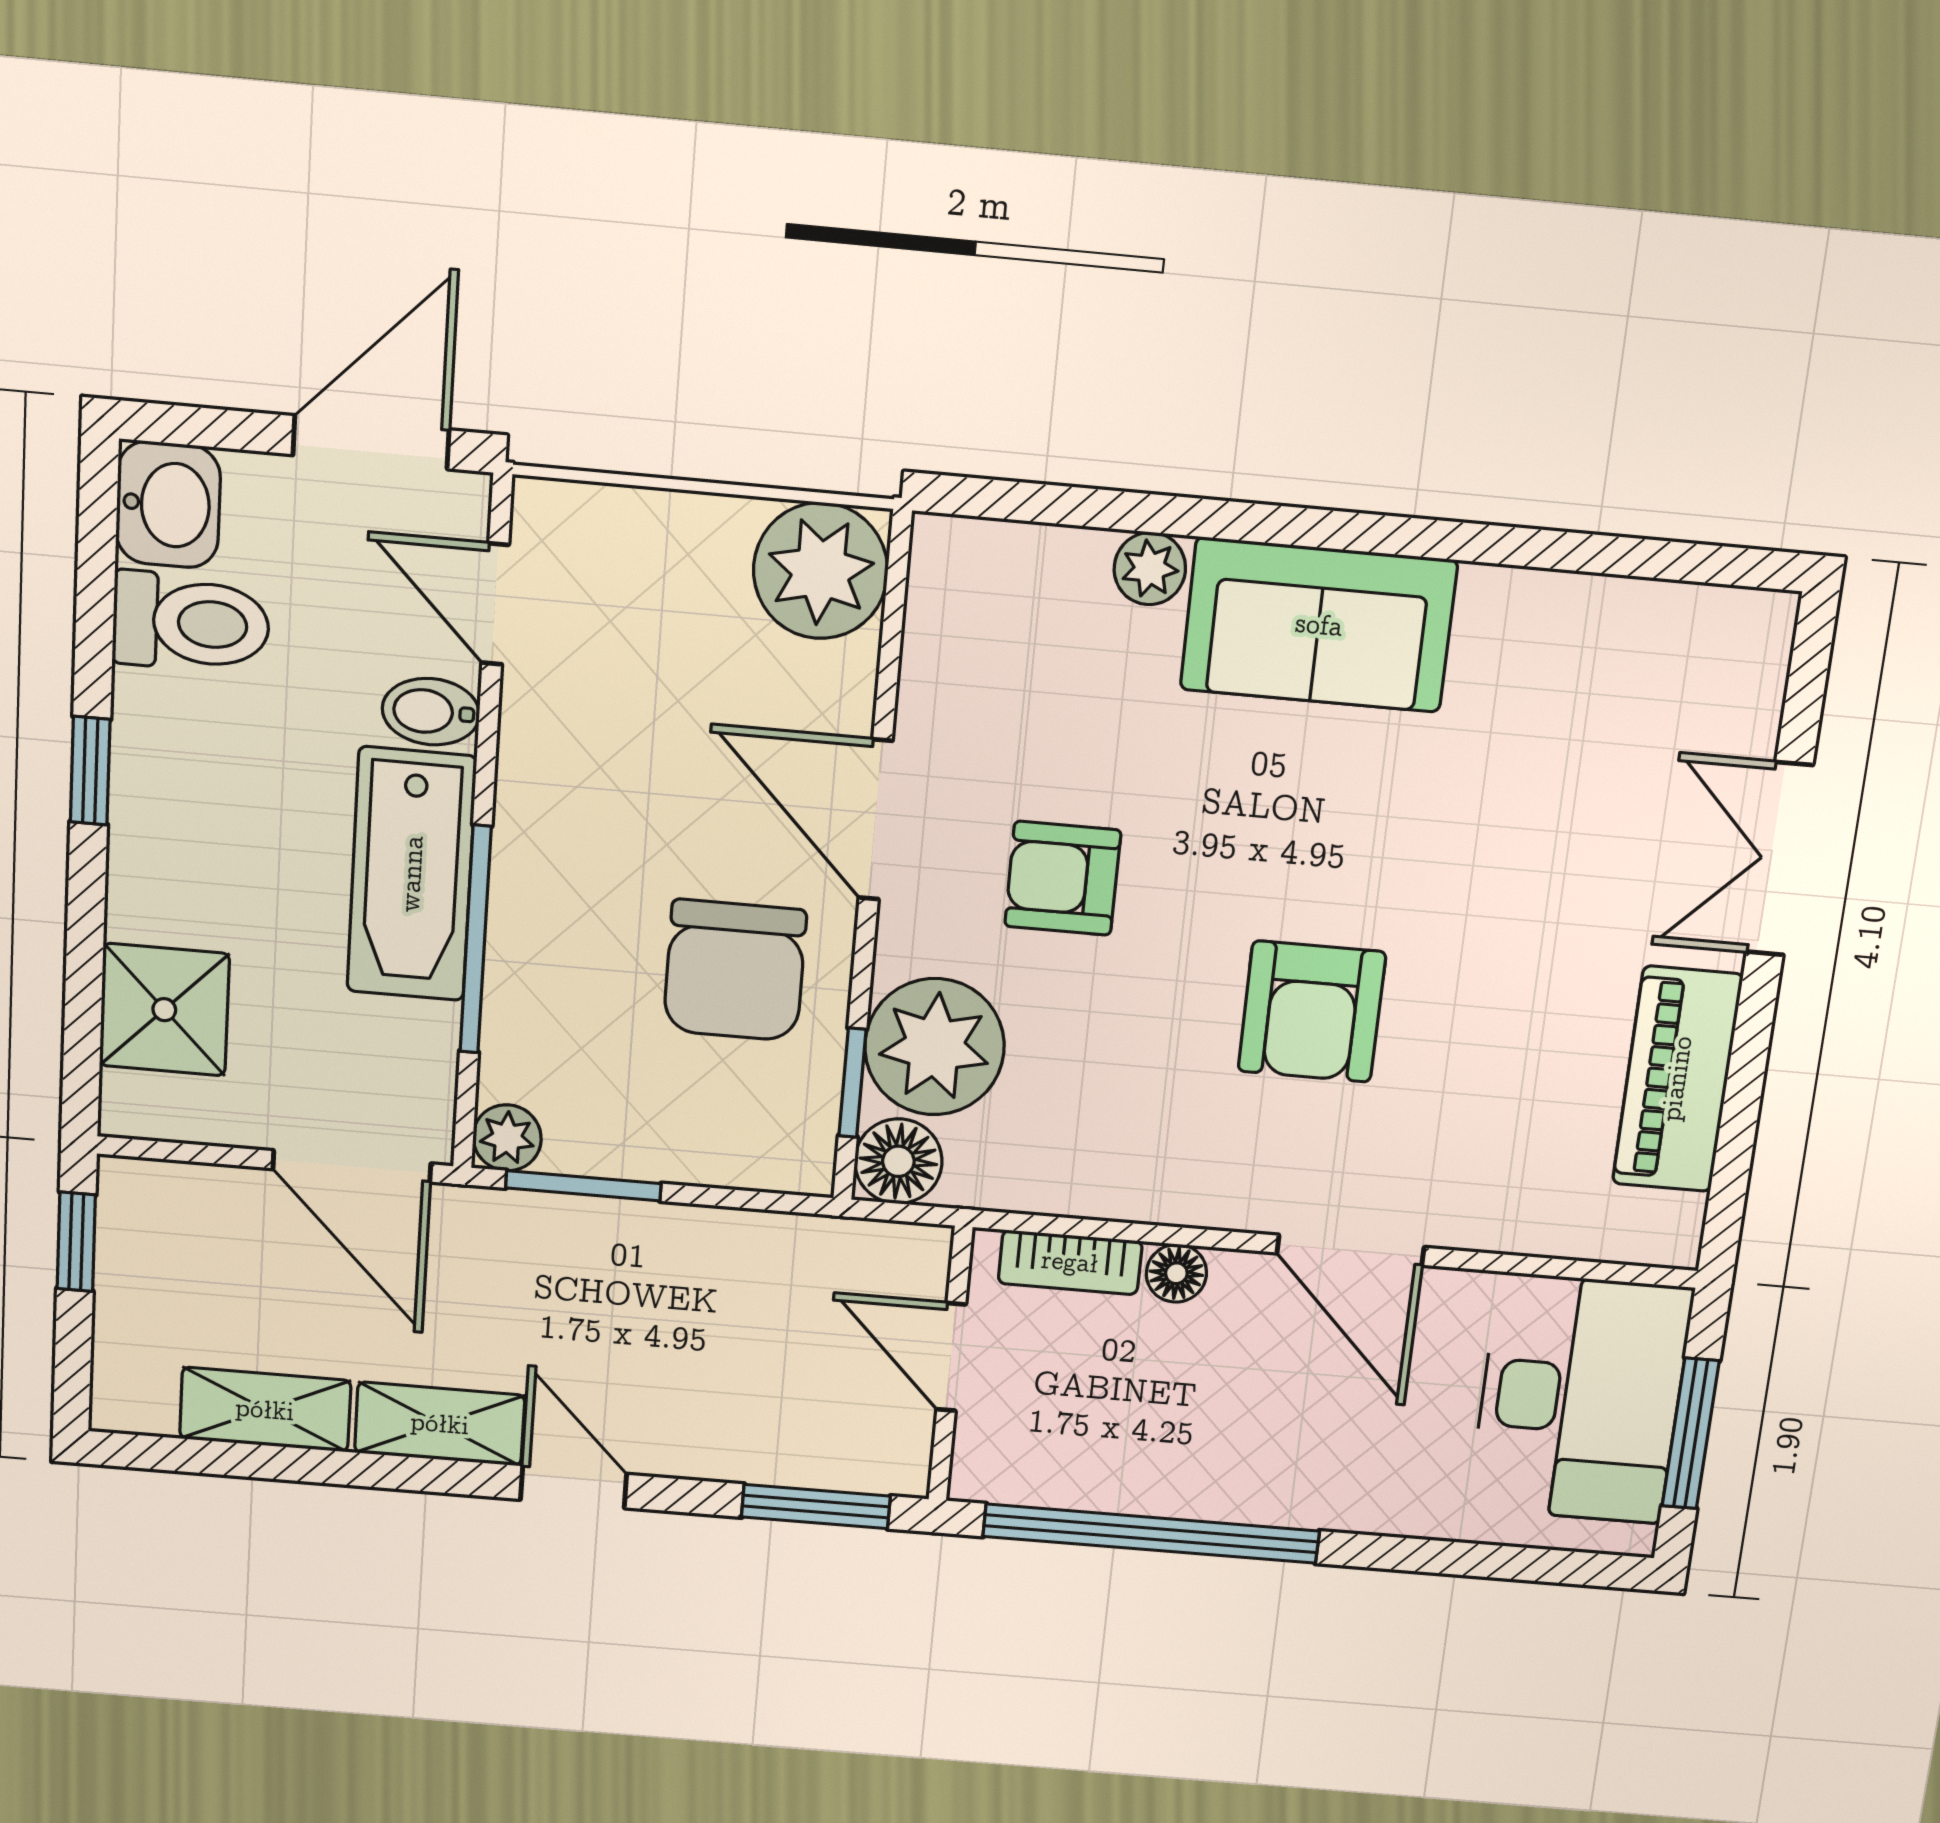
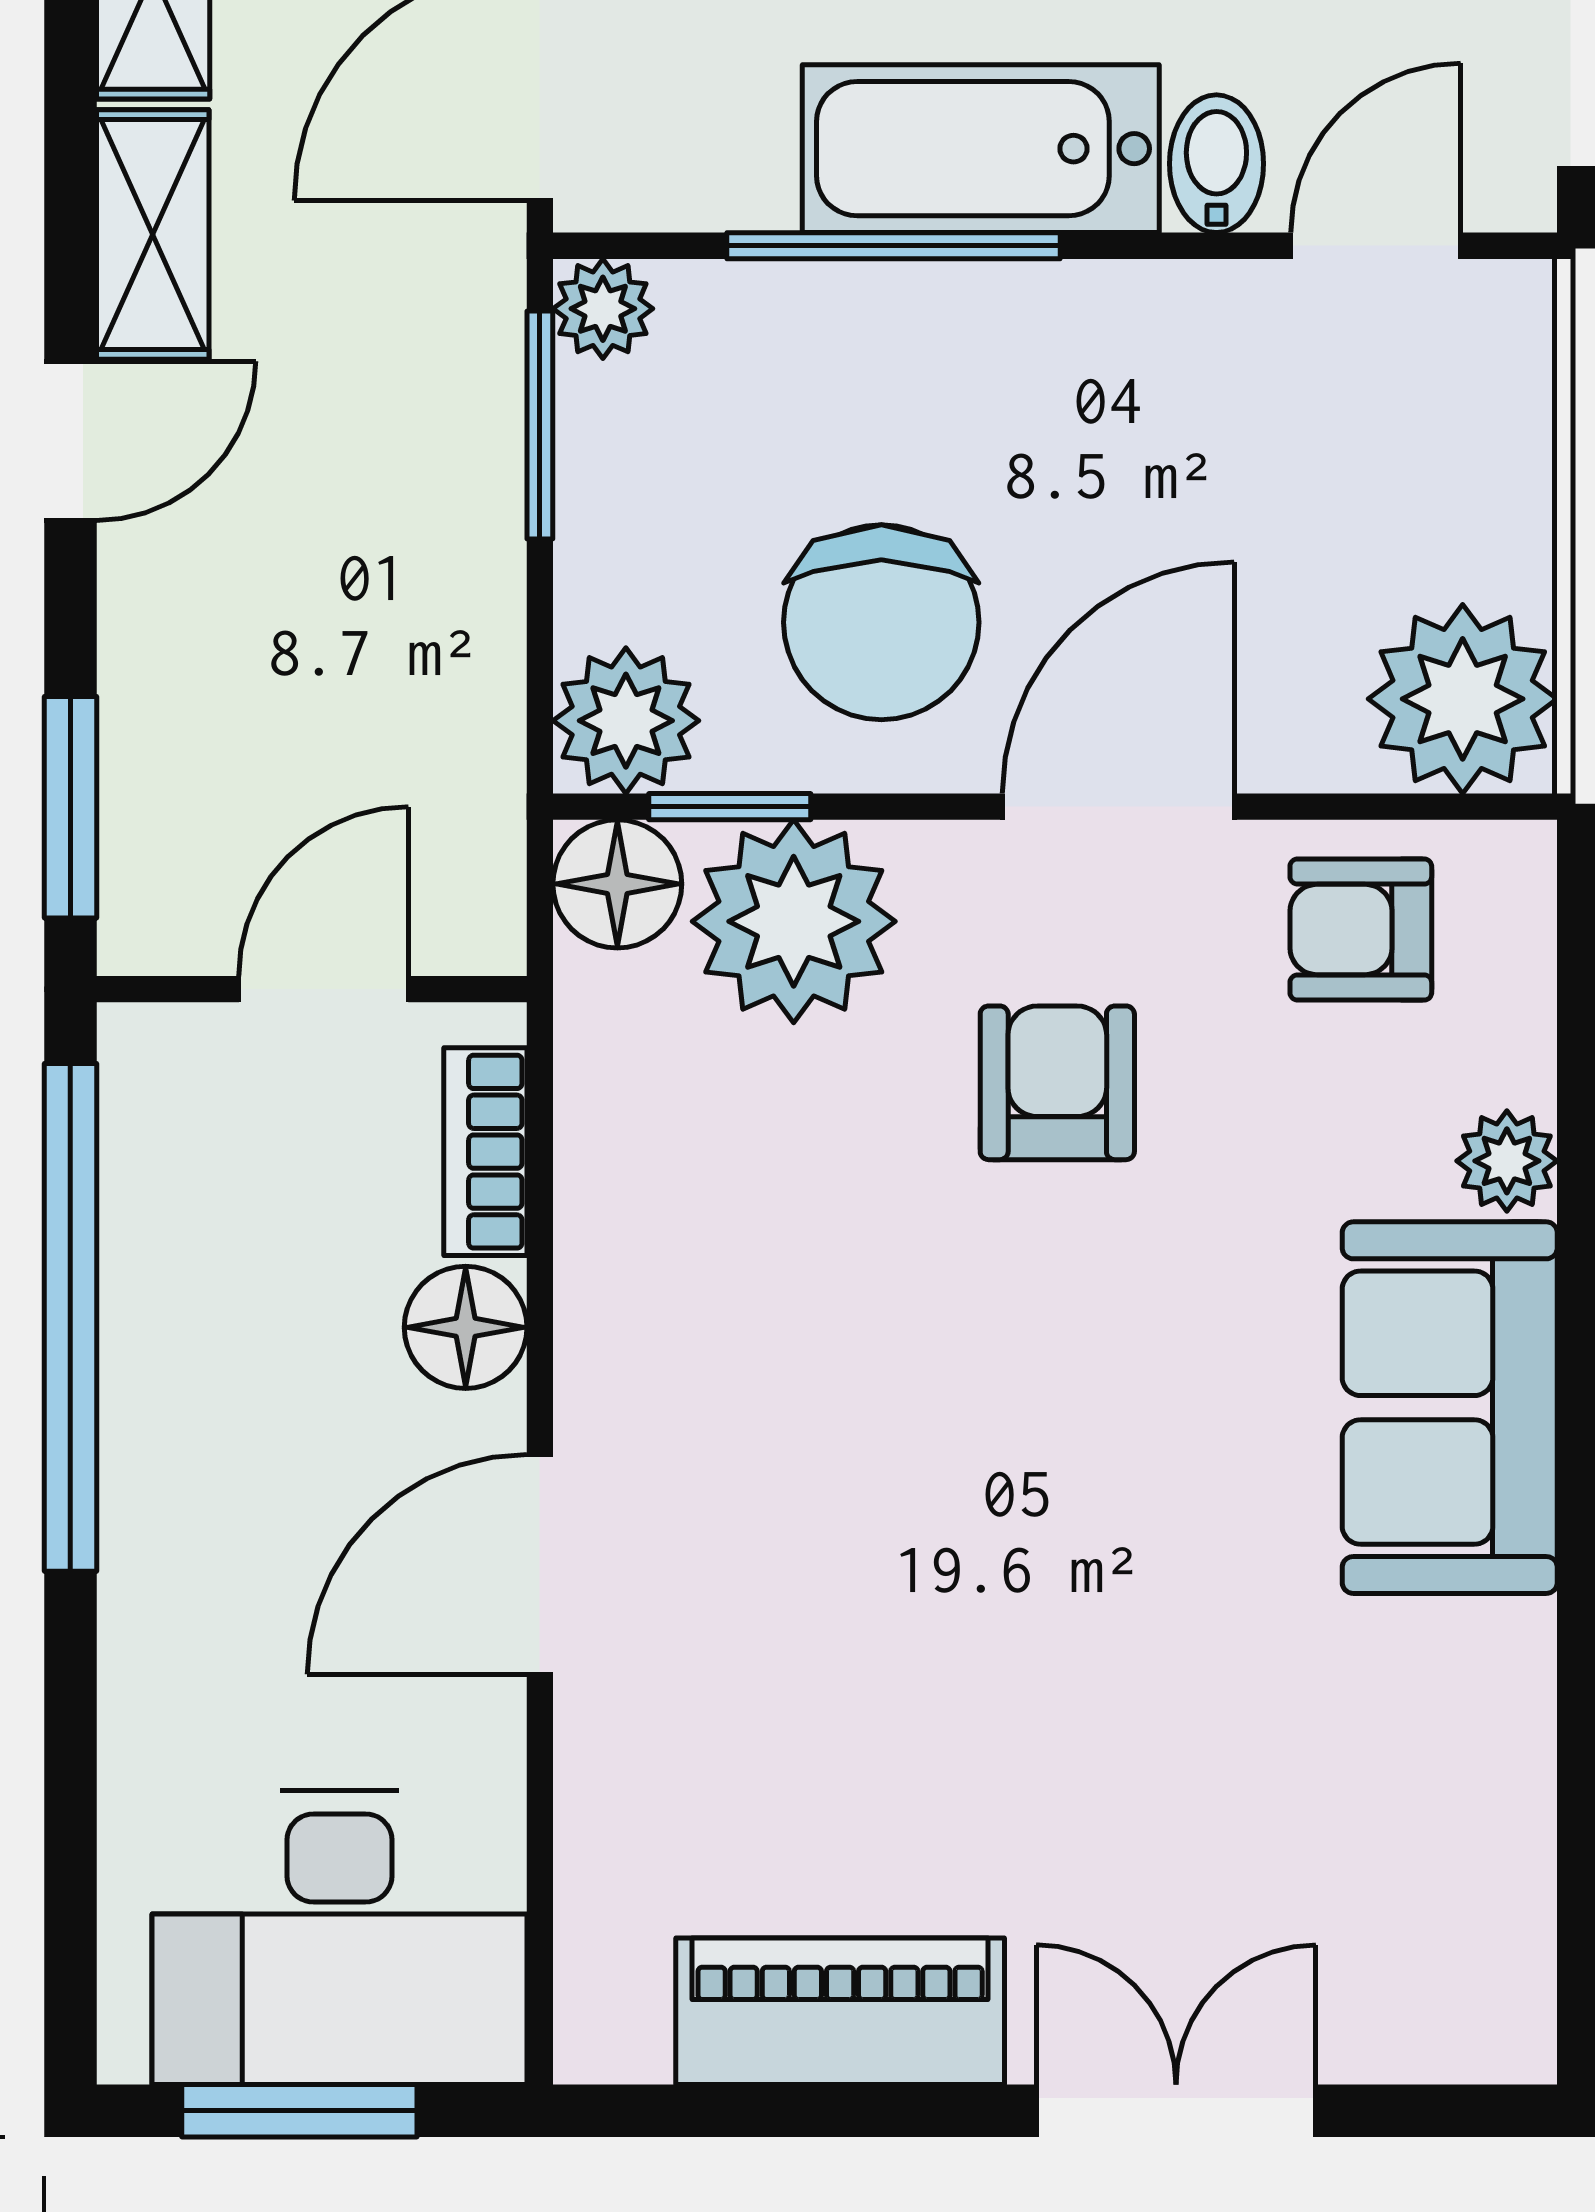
chair: (735, 970) -> (881, 622), turned -90
armchair: (1312, 1012) -> (1361, 930), moved, width x0.72, depth x0.72
plant: (788, 1146) -> (626, 721), added
floor lamp: (1176, 1273) -> (466, 1327), width x1.37, depth x1.37

